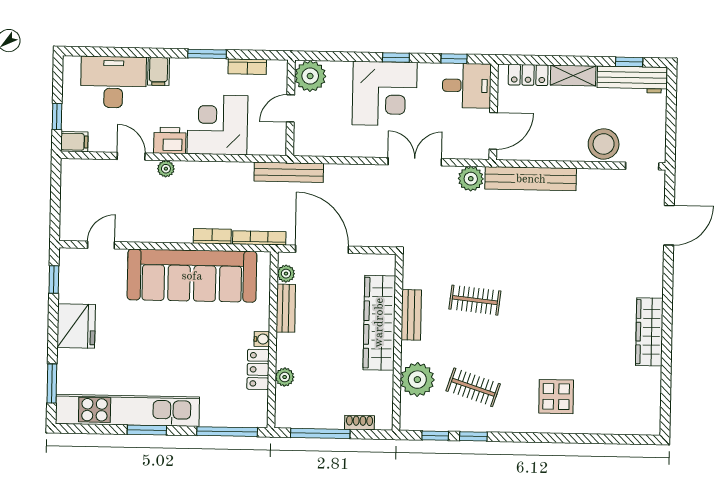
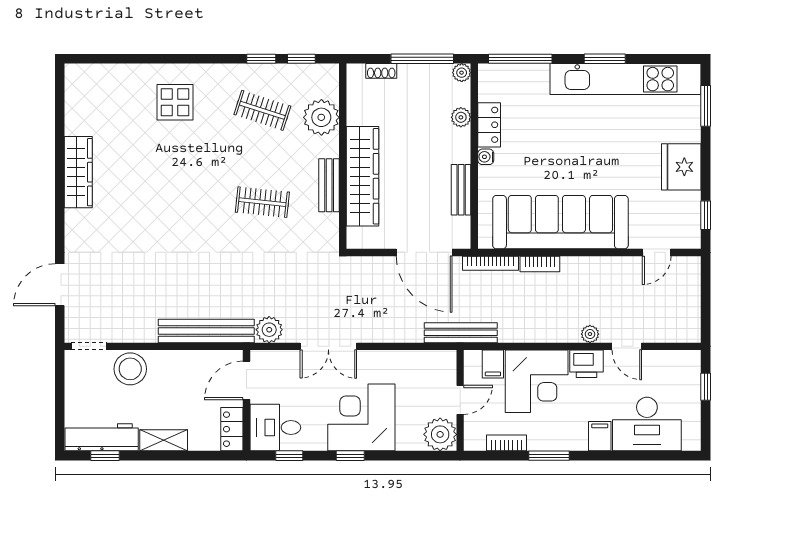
locker: (528, 75) -> (232, 429), moved, turned -90
filing cabinet: (74, 142) -> (493, 364), moved, turned -90
plant: (286, 274) -> (462, 73), moved

